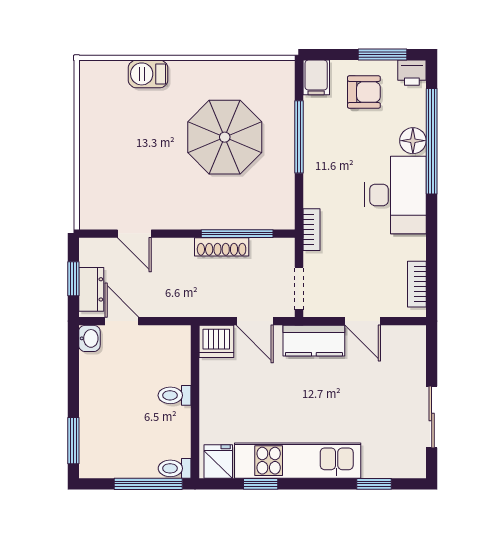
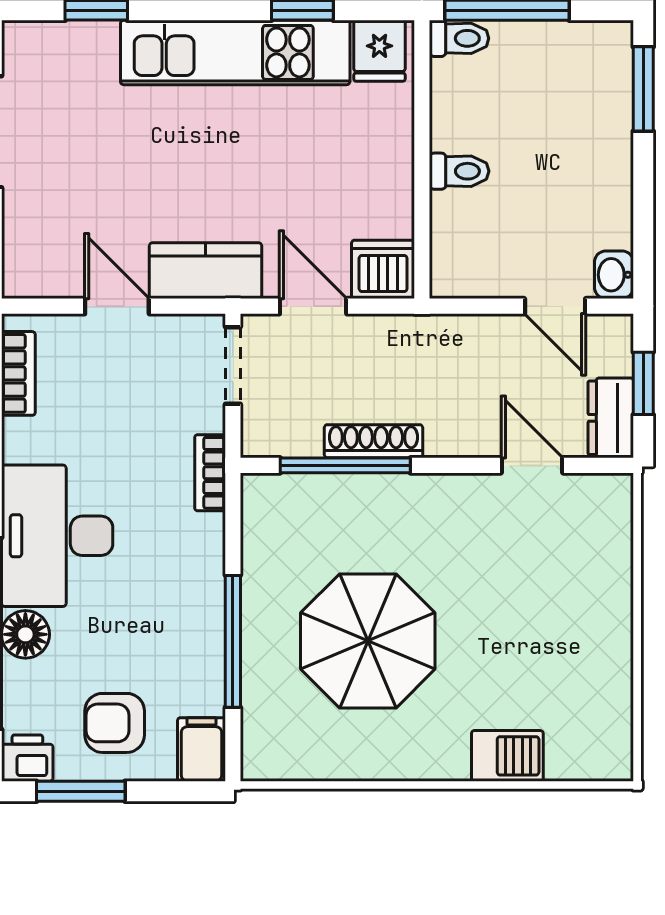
dresser: (91, 289) -> (611, 418), moved

